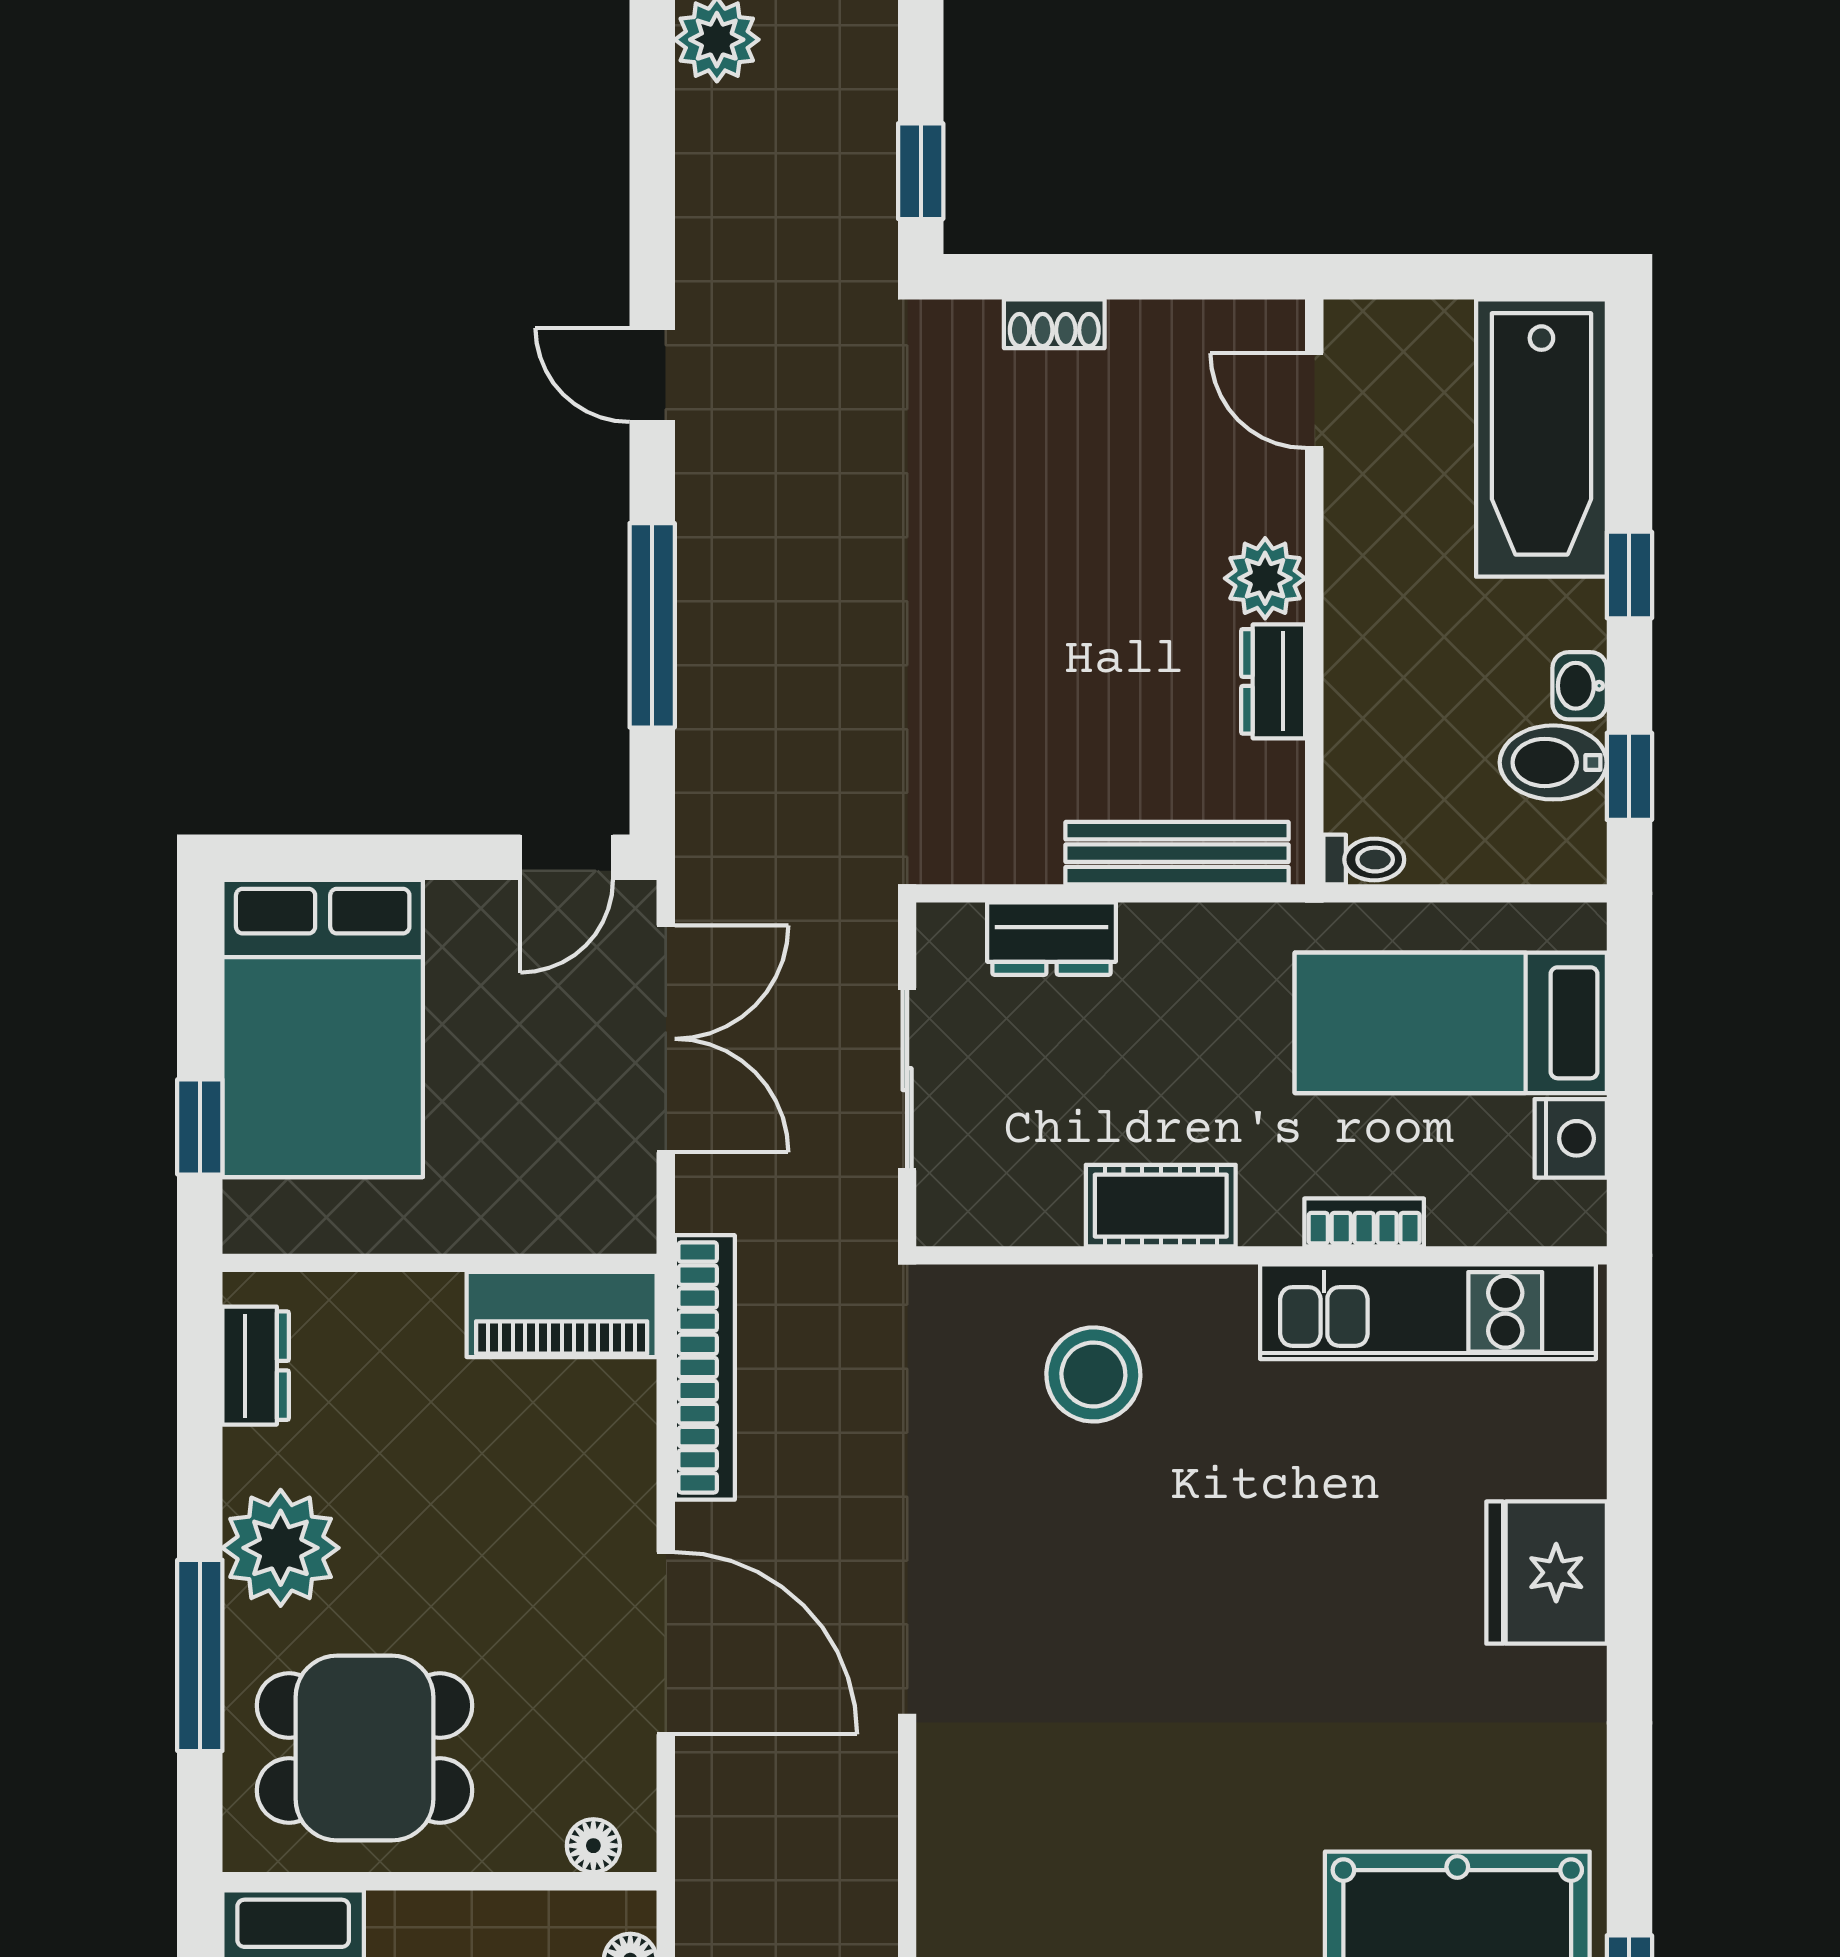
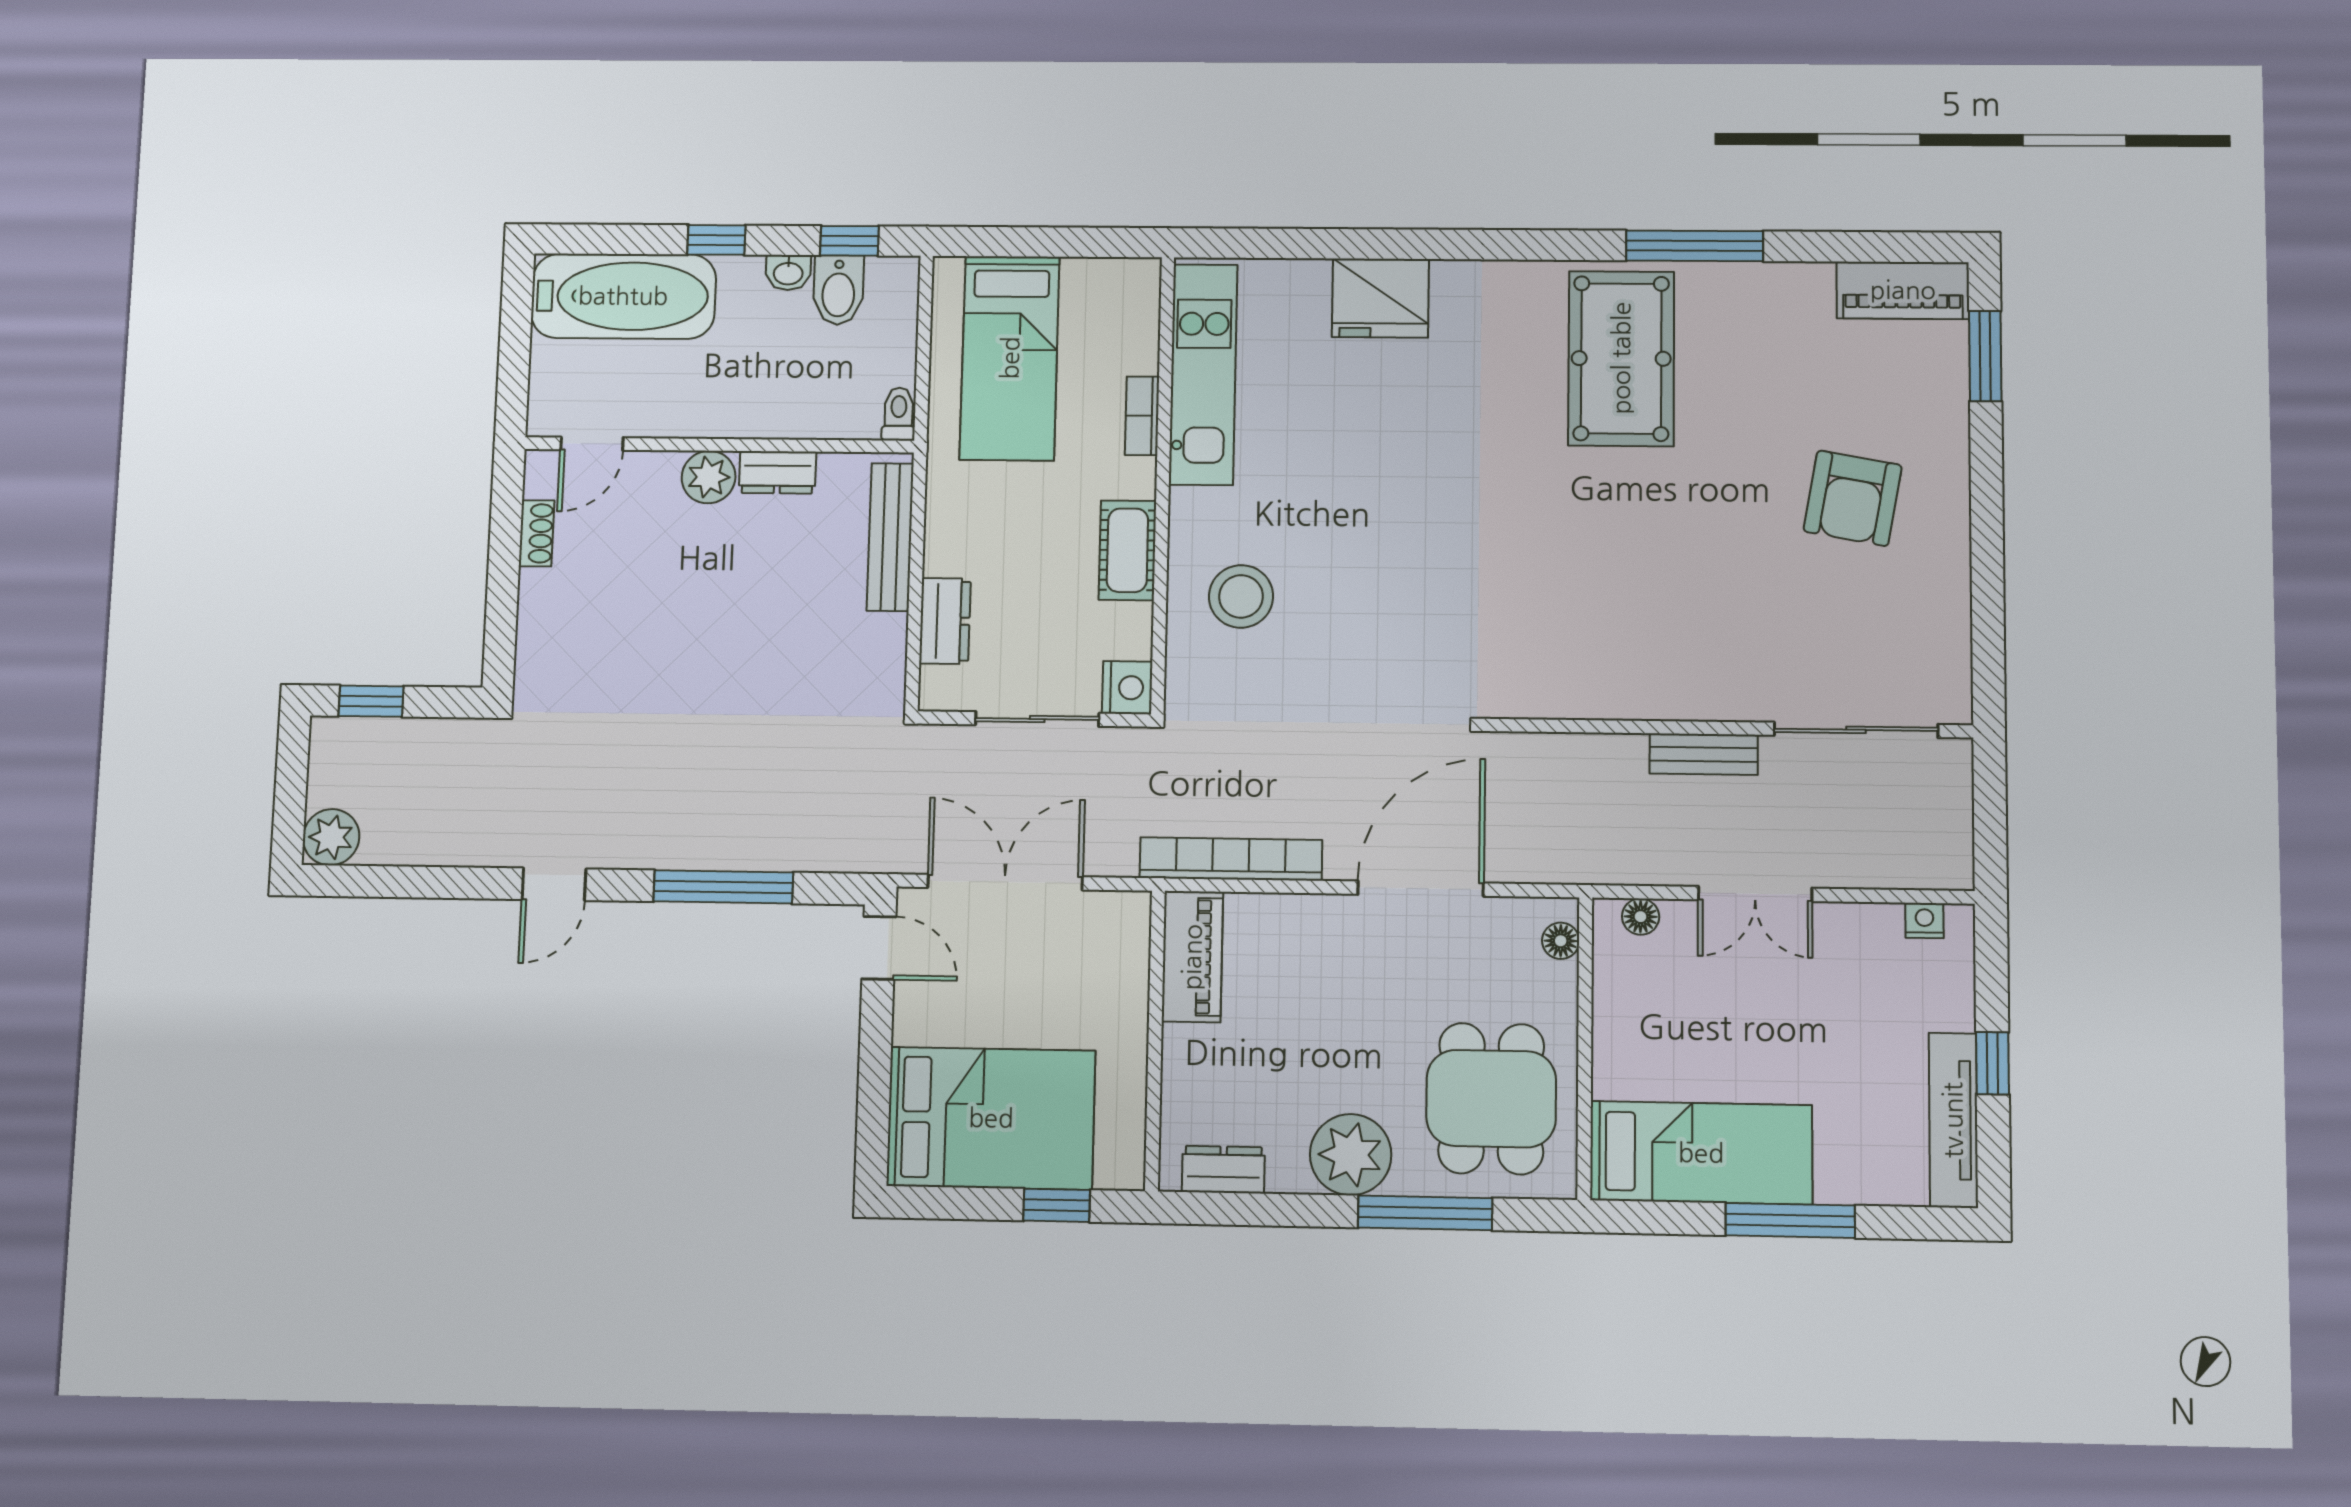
window: (921, 171) -> (371, 701), moved
shoe rack: (1054, 324) -> (537, 533), moved
nightstand: (1571, 1138) -> (1127, 688), moved, turned 90

